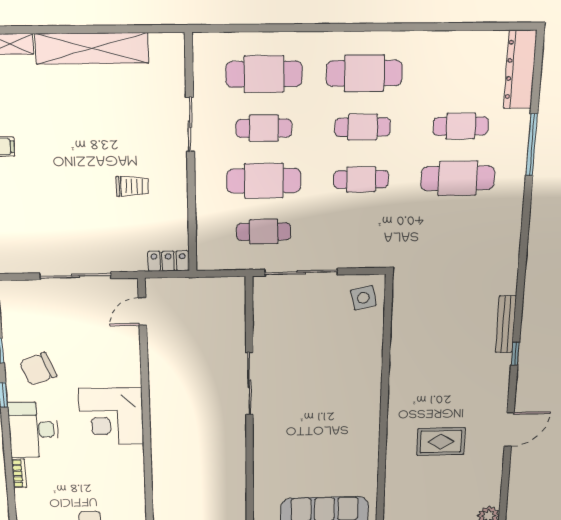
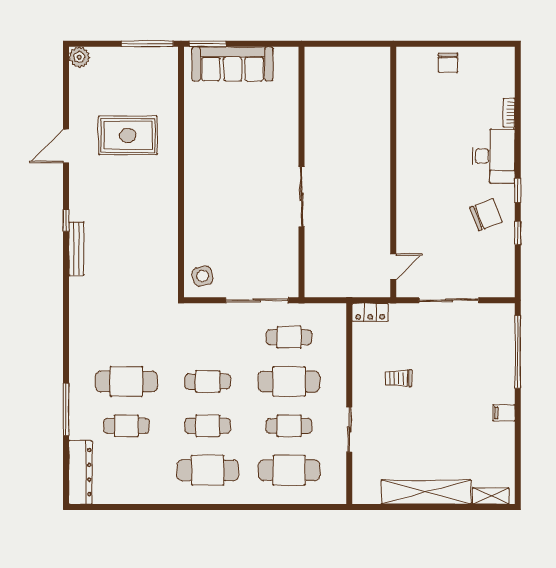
corner desk: (111, 416) -> (424, 168), removed
rug: (441, 442) -> (128, 135), width x1.36, depth x1.43

